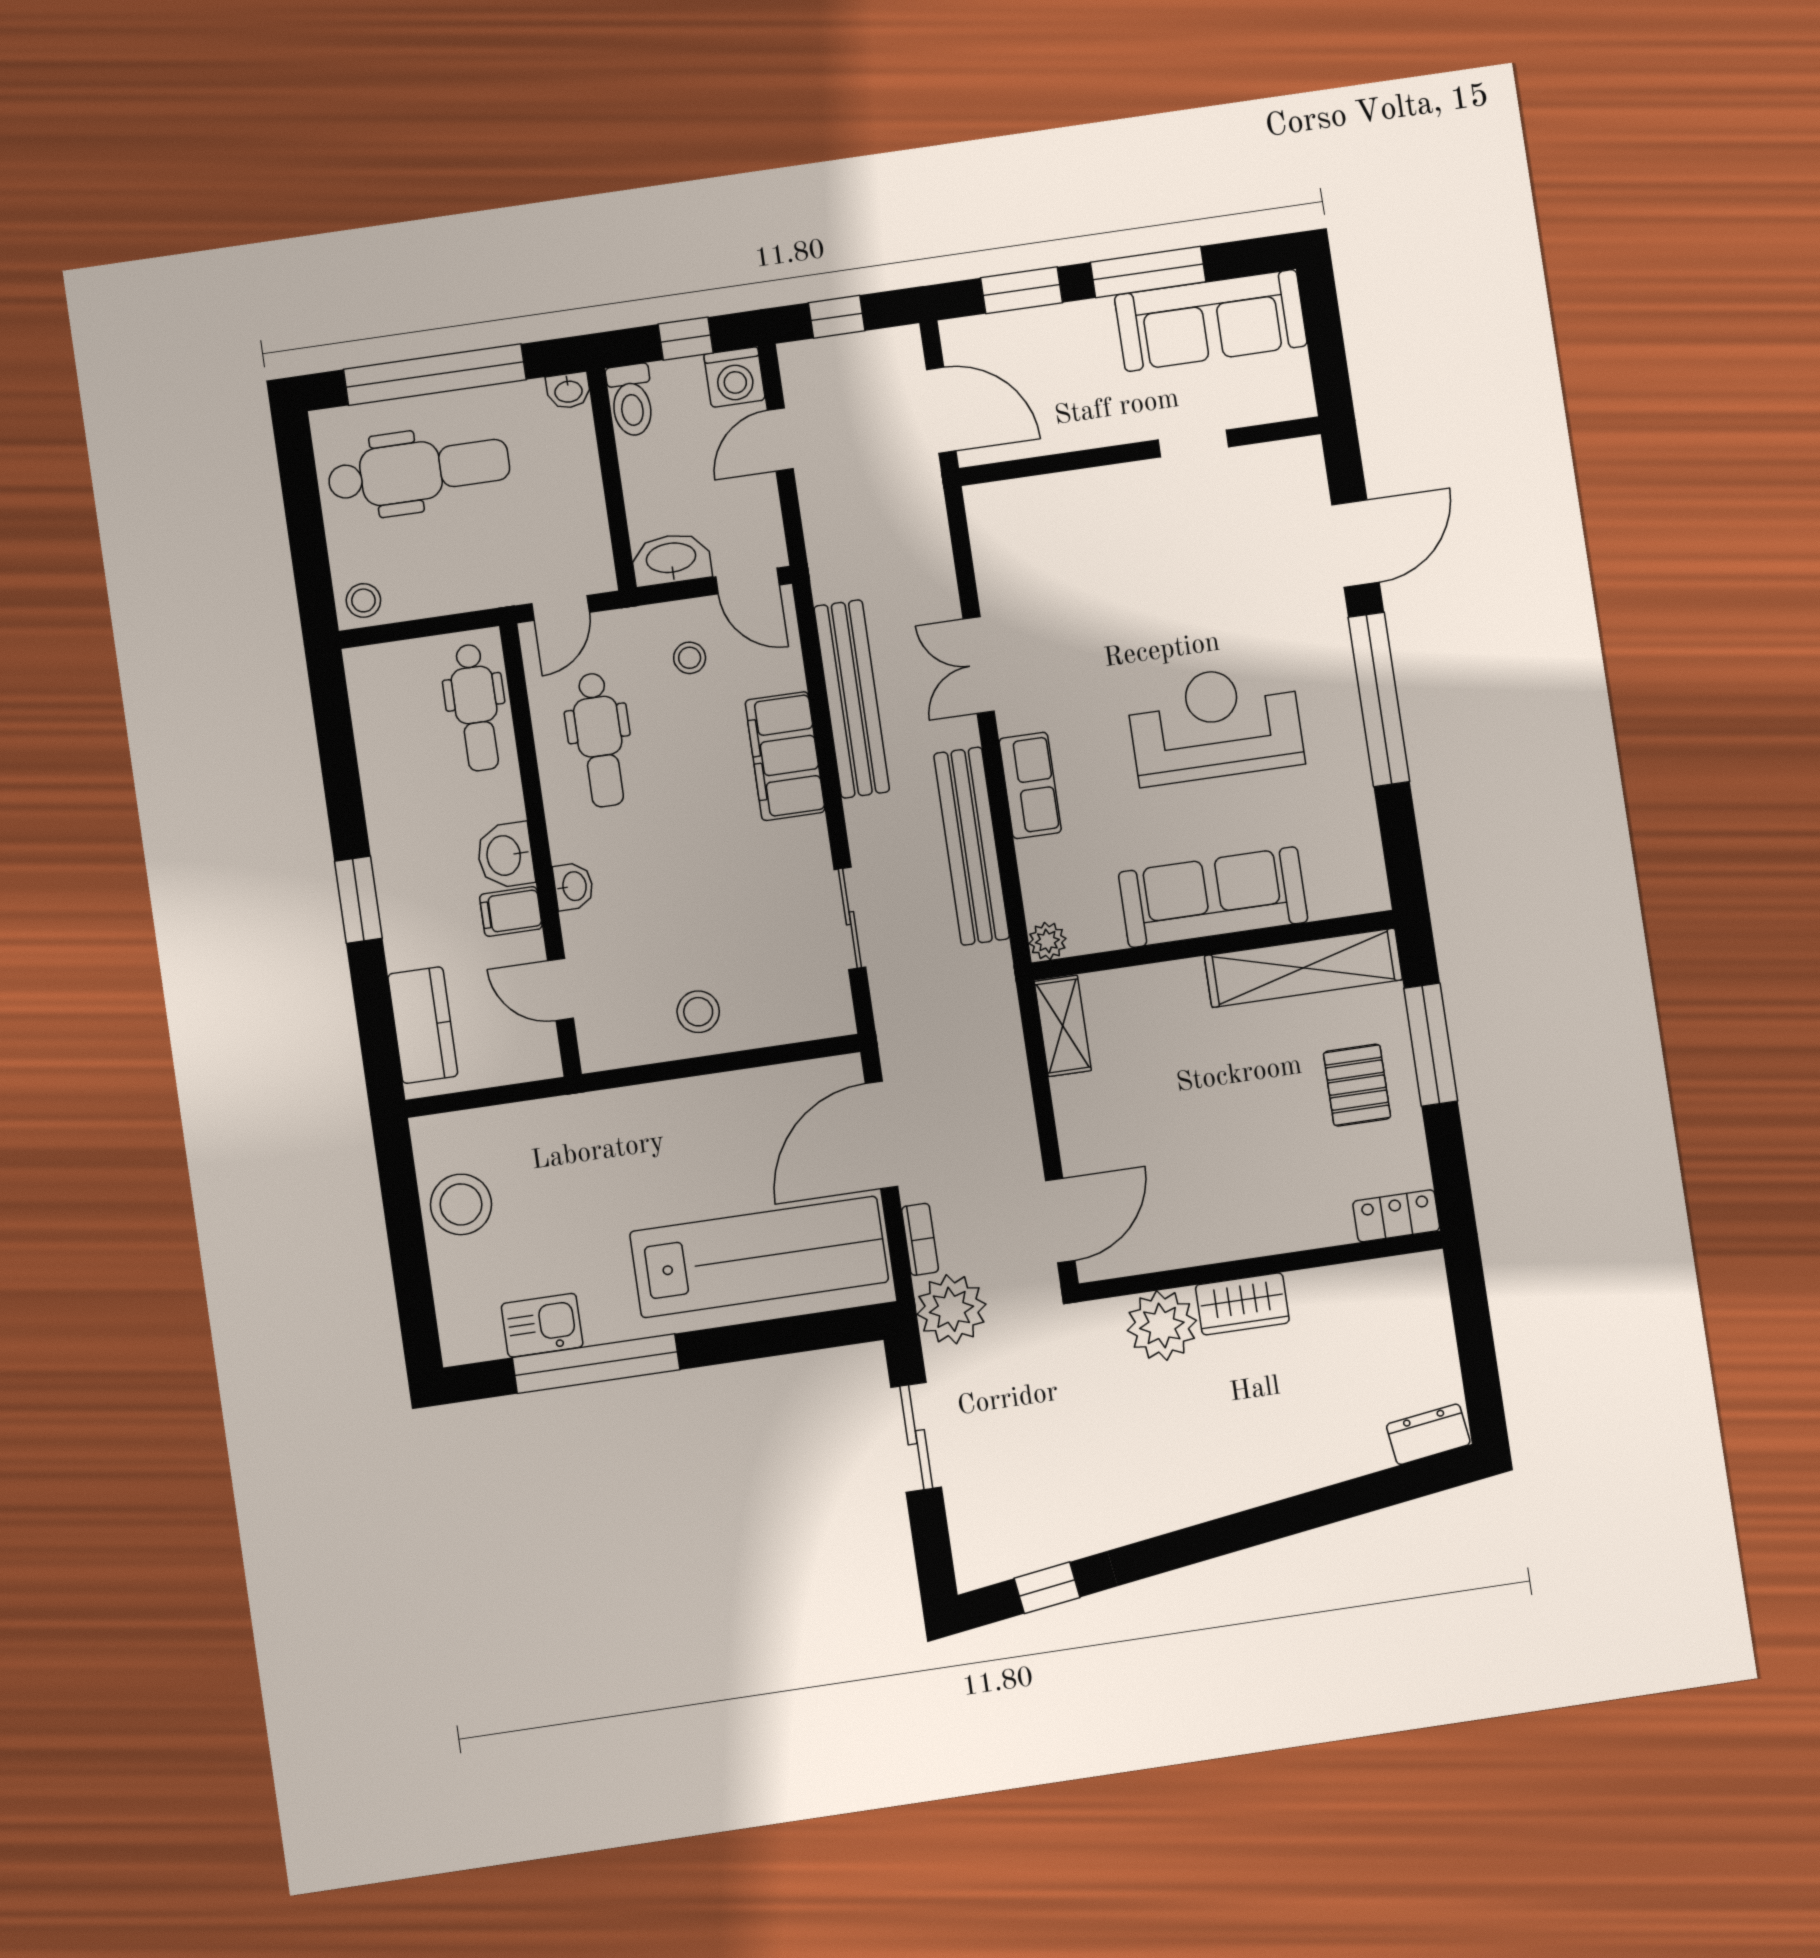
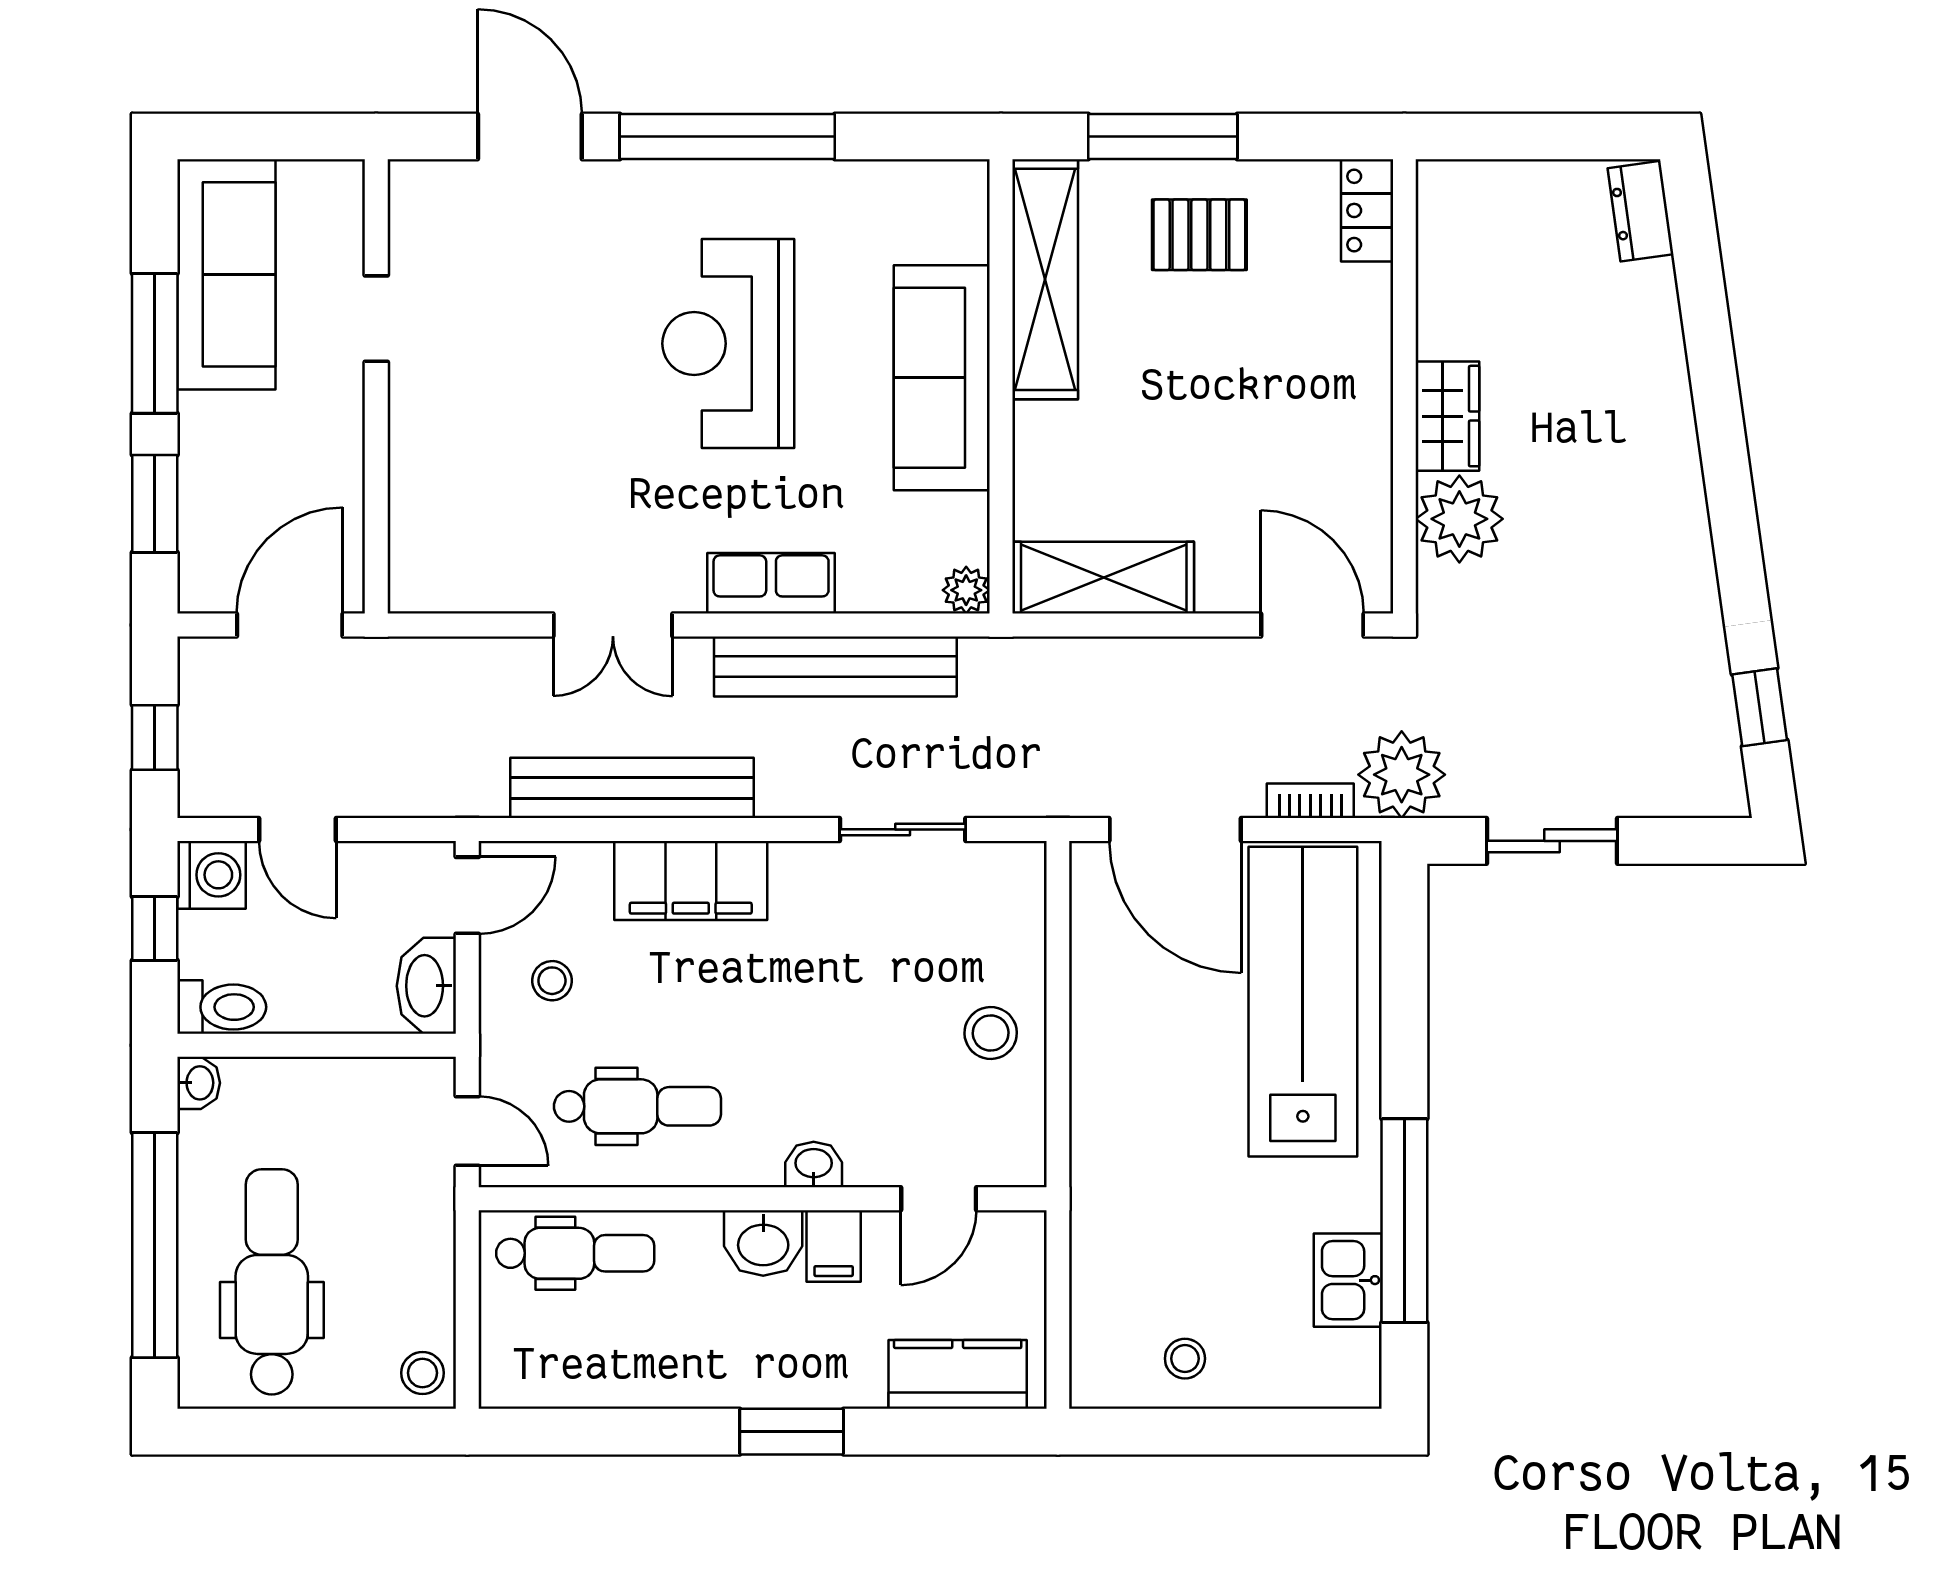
shelving: (1063, 1026) -> (1104, 578), width x1.50, depth x1.33
stool: (461, 1204) -> (1185, 1359), width x0.53, depth x0.53

